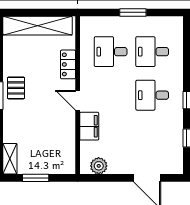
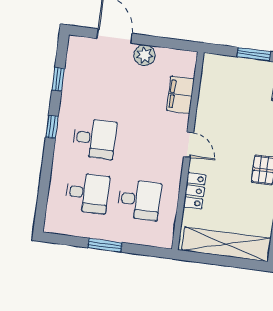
filing cabinet: (89, 126) -> (180, 95), moved
plant: (99, 166) -> (144, 55), moved

